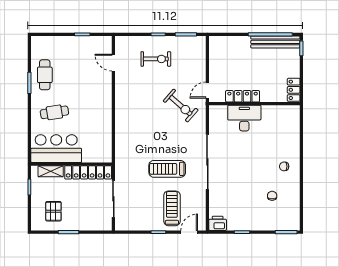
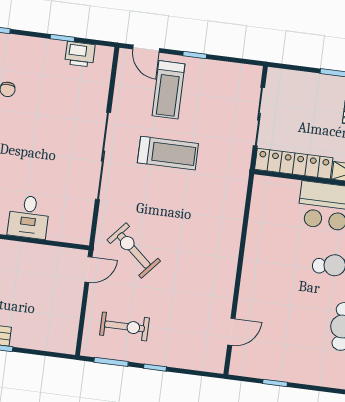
exercise bike: (156, 59) -> (124, 326), moved, turned 180
door: (113, 63) -> (231, 332), hinge flipped
locker: (243, 96) -> (34, 253), removed
desk: (244, 118) -> (29, 217), width x0.73
printer: (218, 223) -> (80, 54), moved
door: (189, 232) -> (146, 49), hinge flipped

